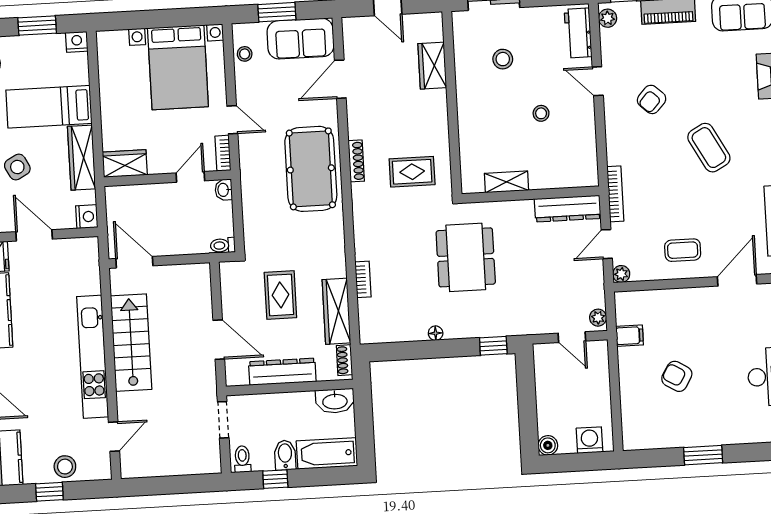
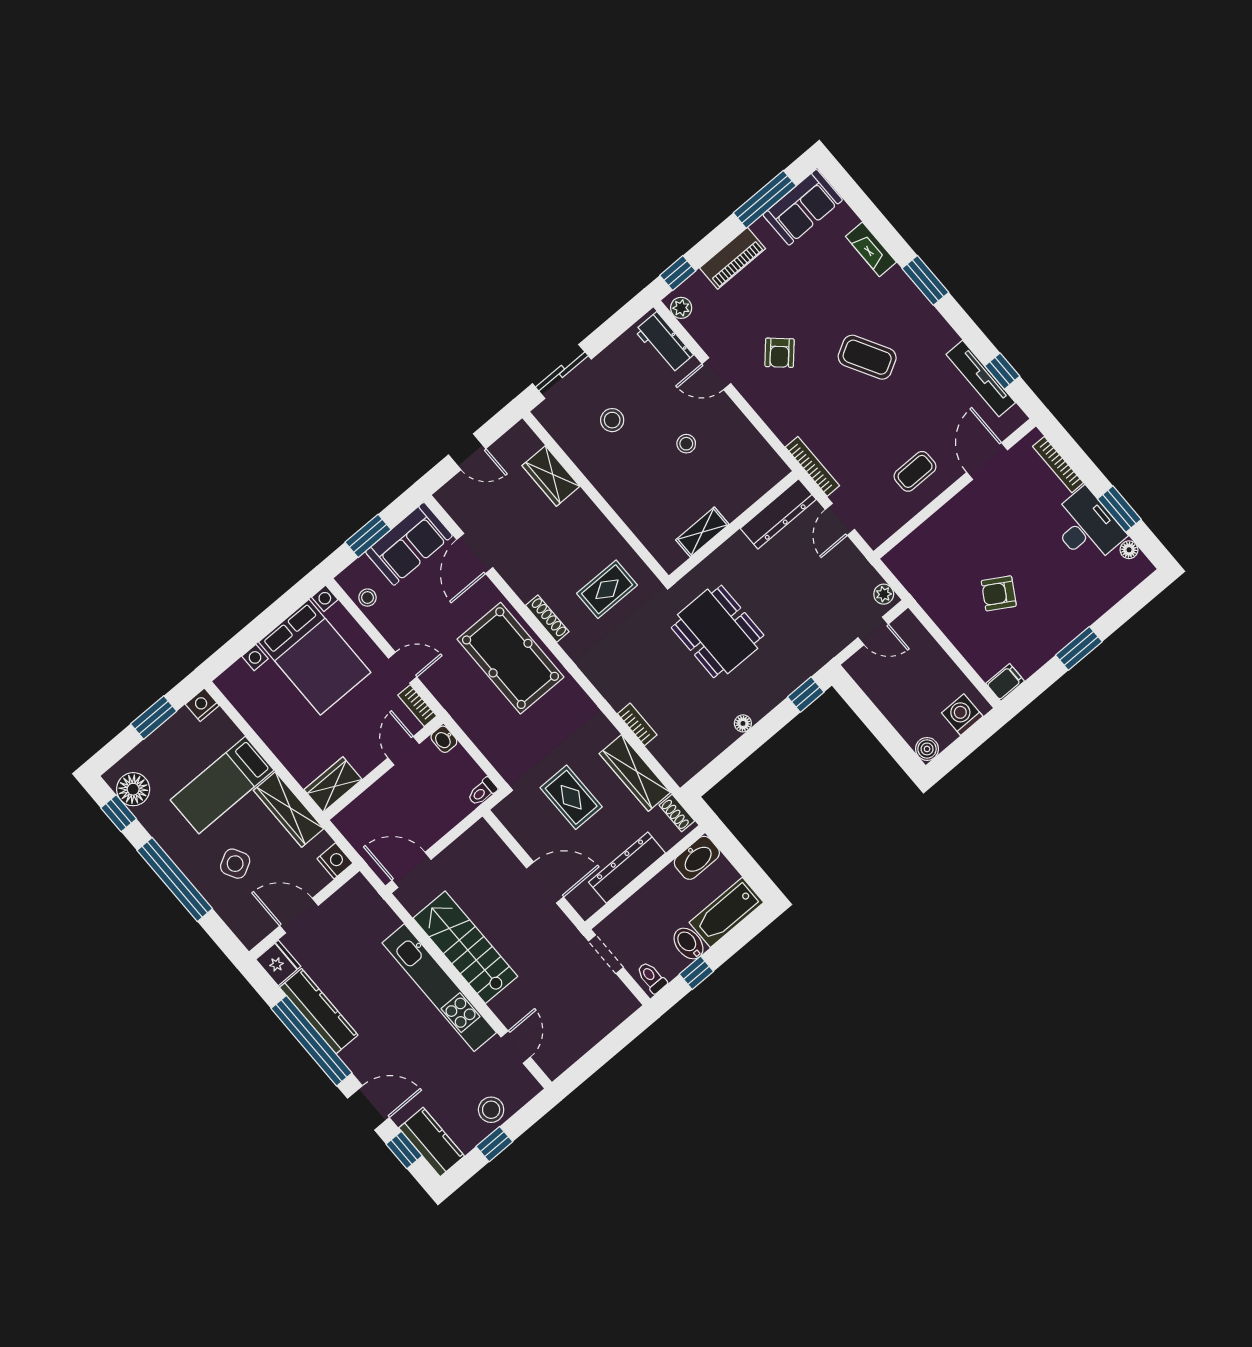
plant: (621, 274) -> (875, 537), removed
filing cabinet: (630, 336) -> (1005, 682), moved

